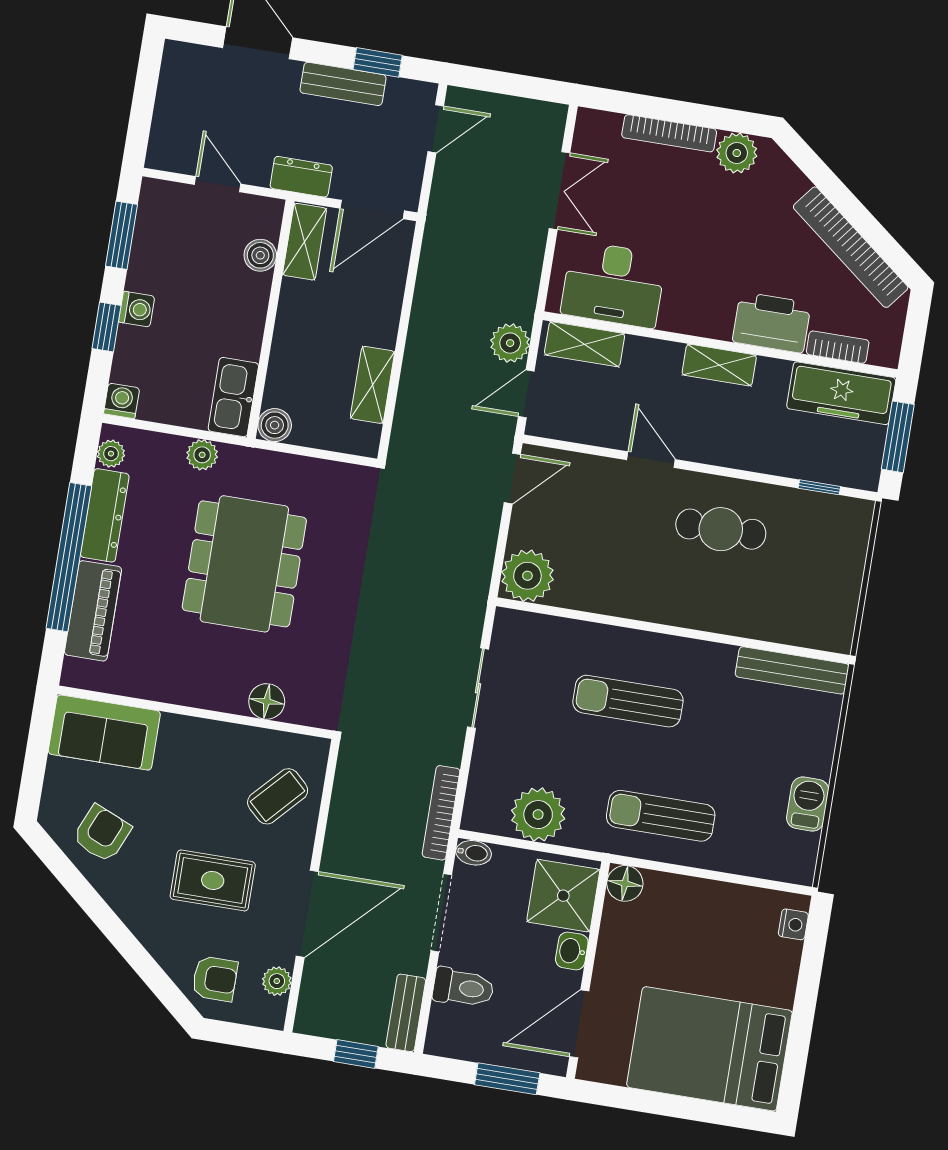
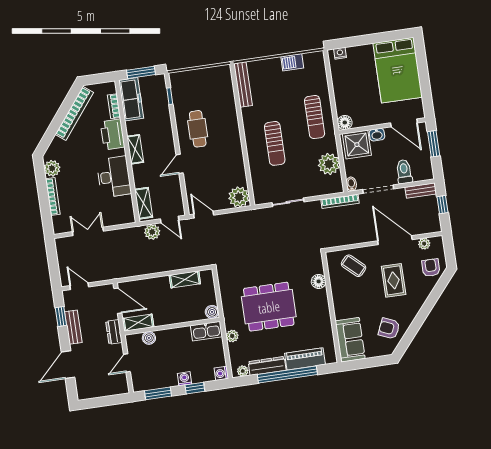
desk: (613, 284) -> (114, 177), moved

